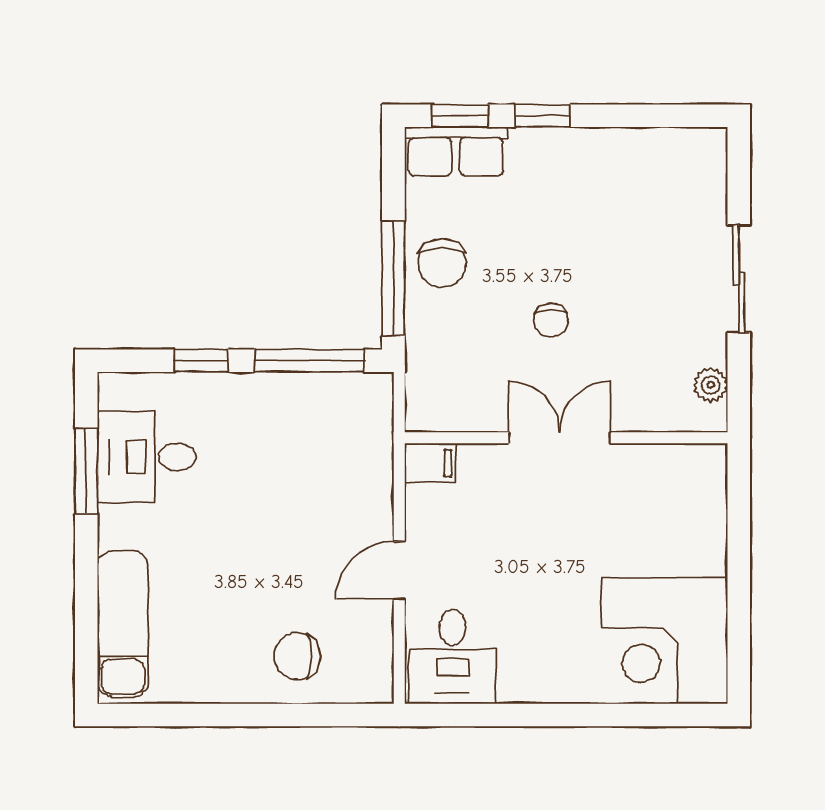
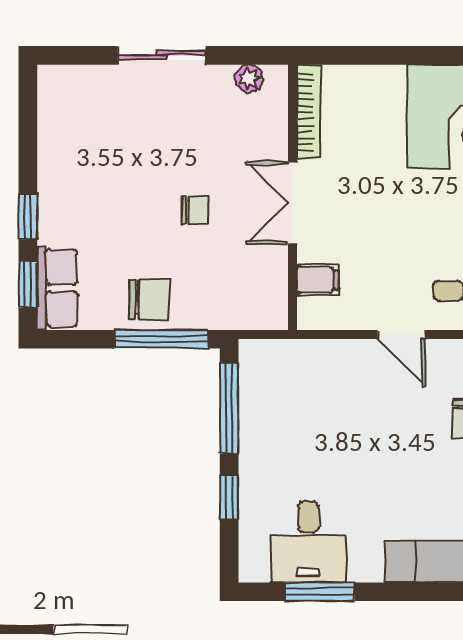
bookcase: (670, 458) -> (309, 112), added
filing cabinet: (430, 463) -> (318, 280), moved, turned 90

